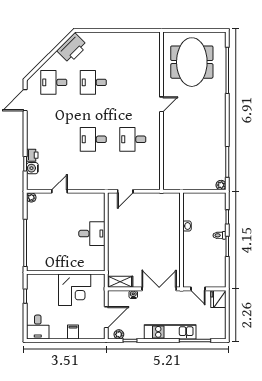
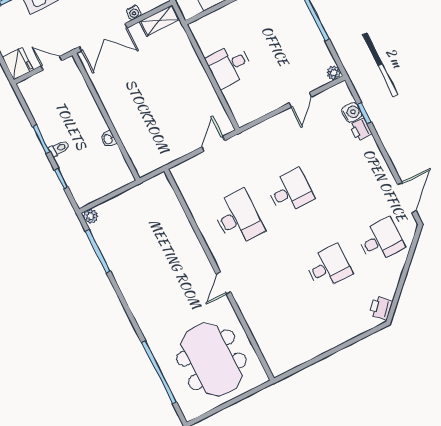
printer: (72, 48) -> (381, 308), width x0.53, depth x0.68
desk: (133, 139) -> (238, 218), width x1.37

